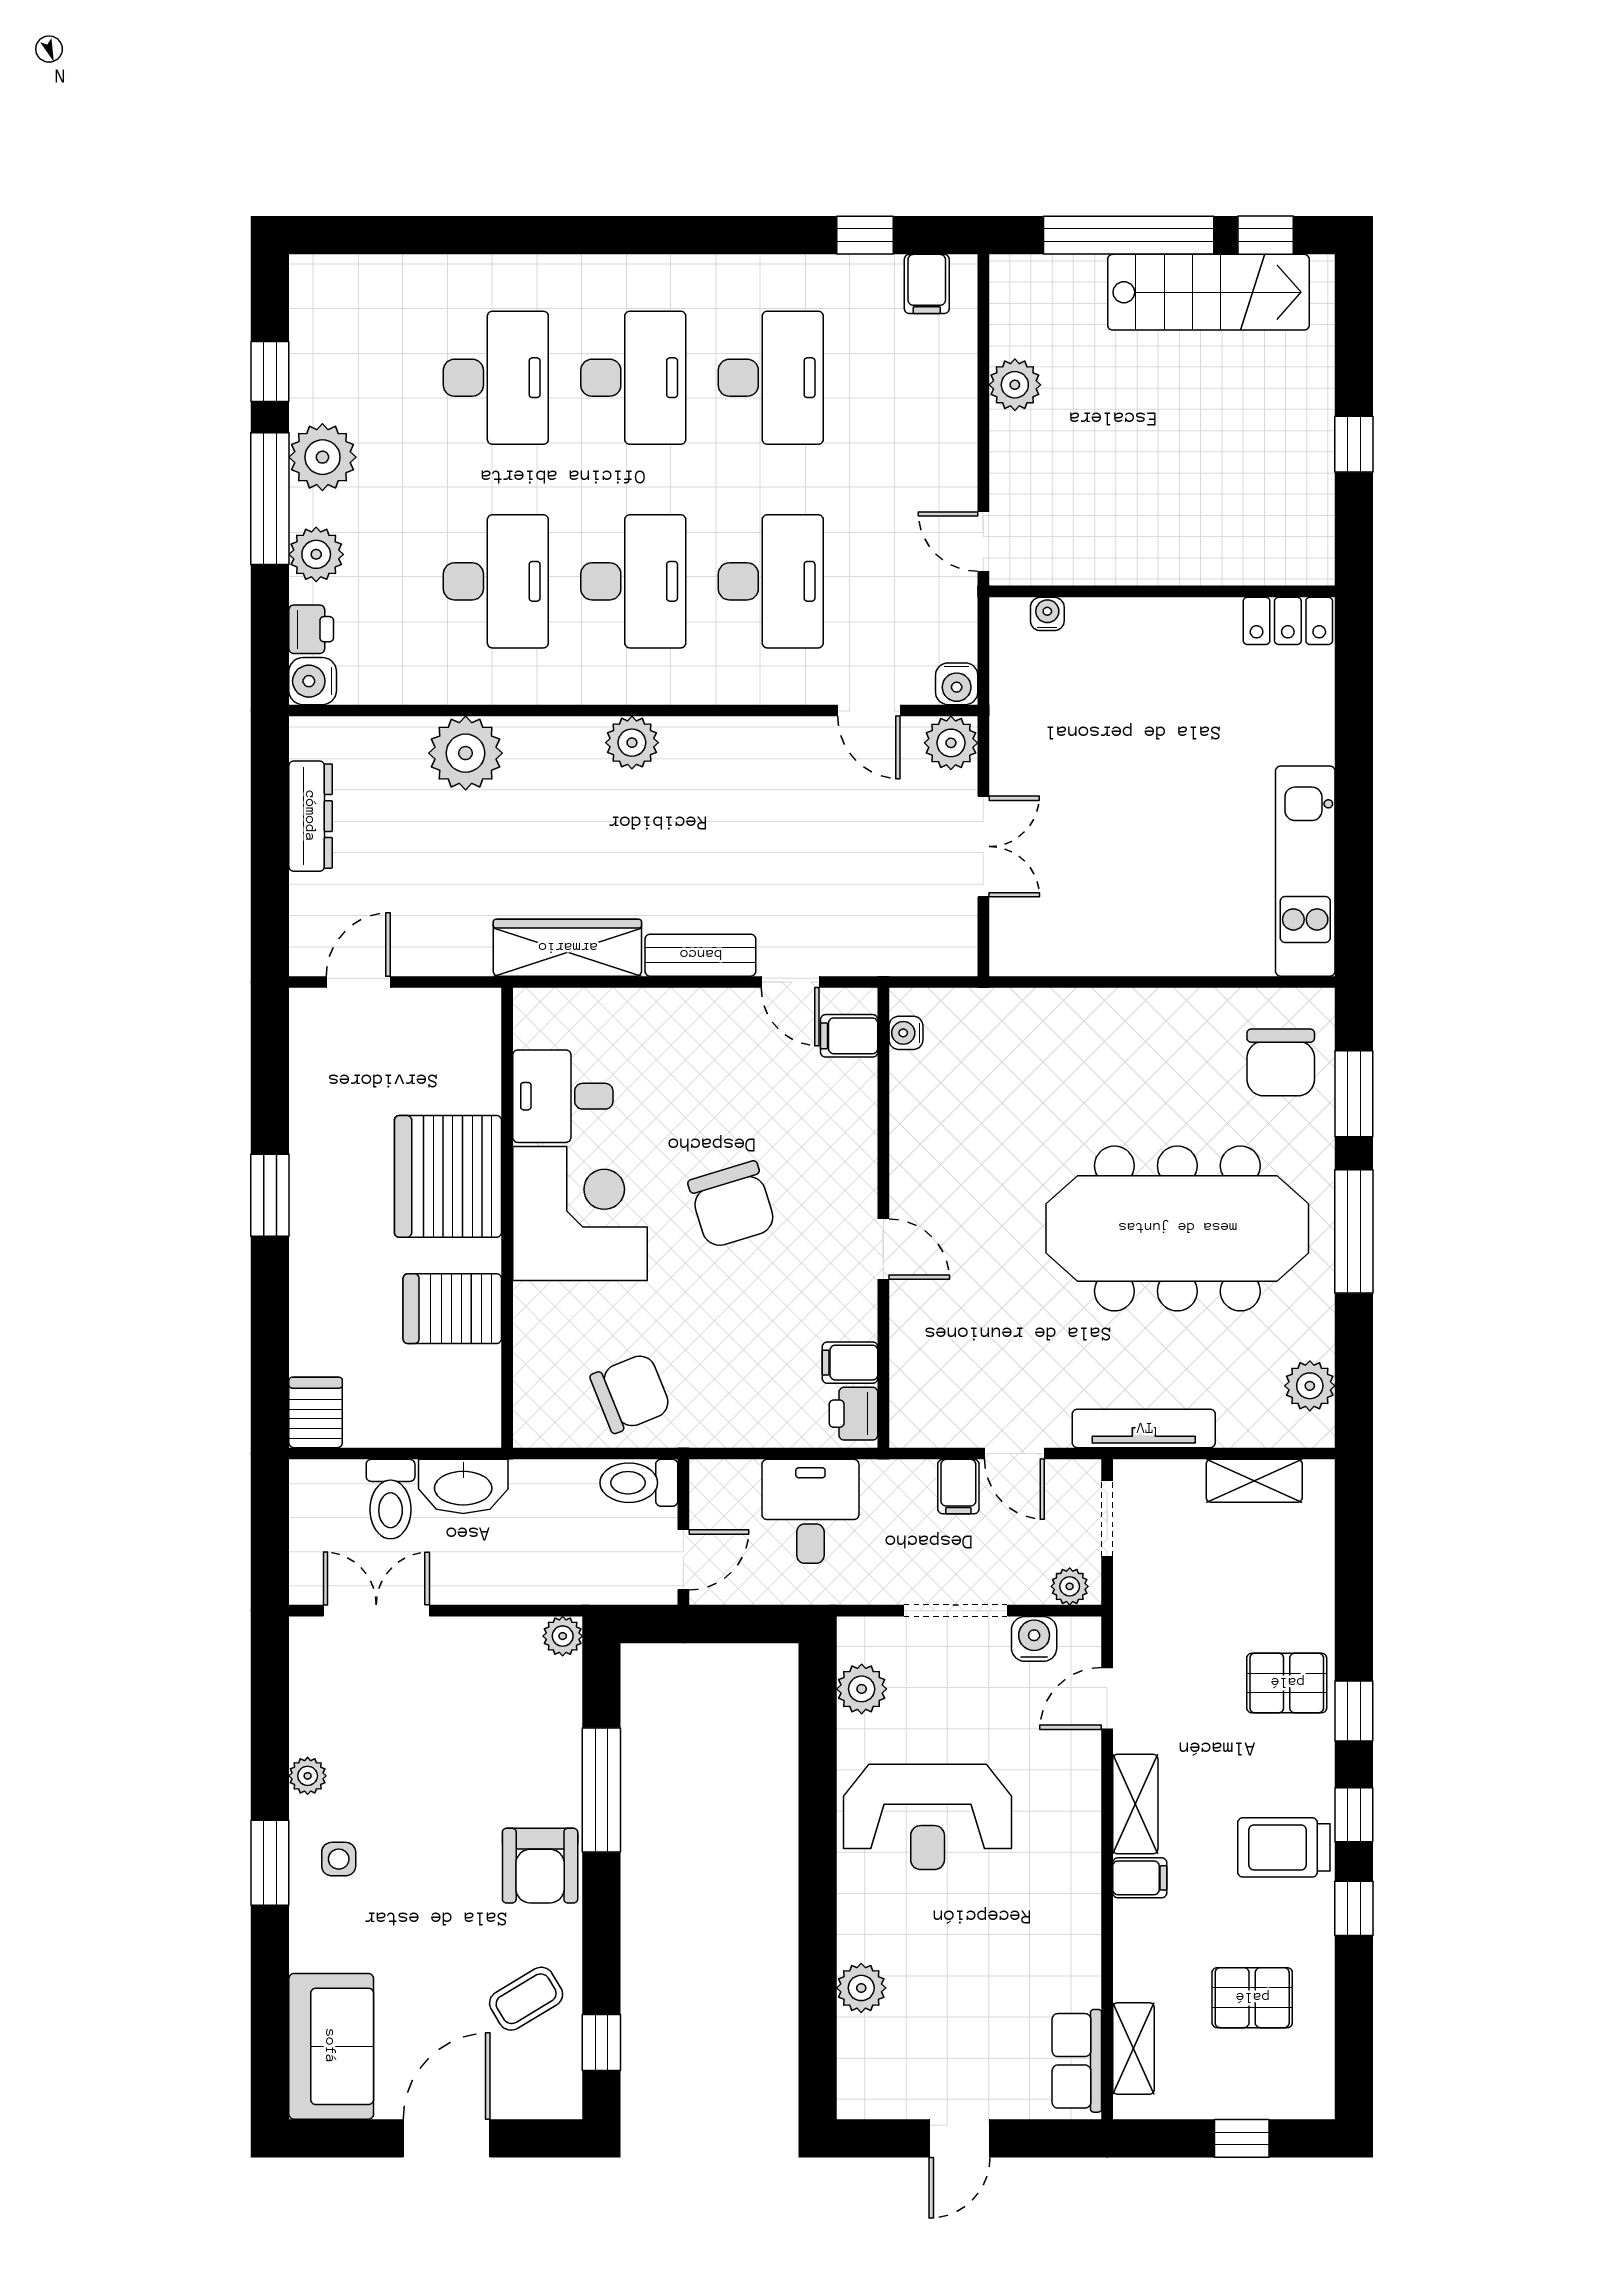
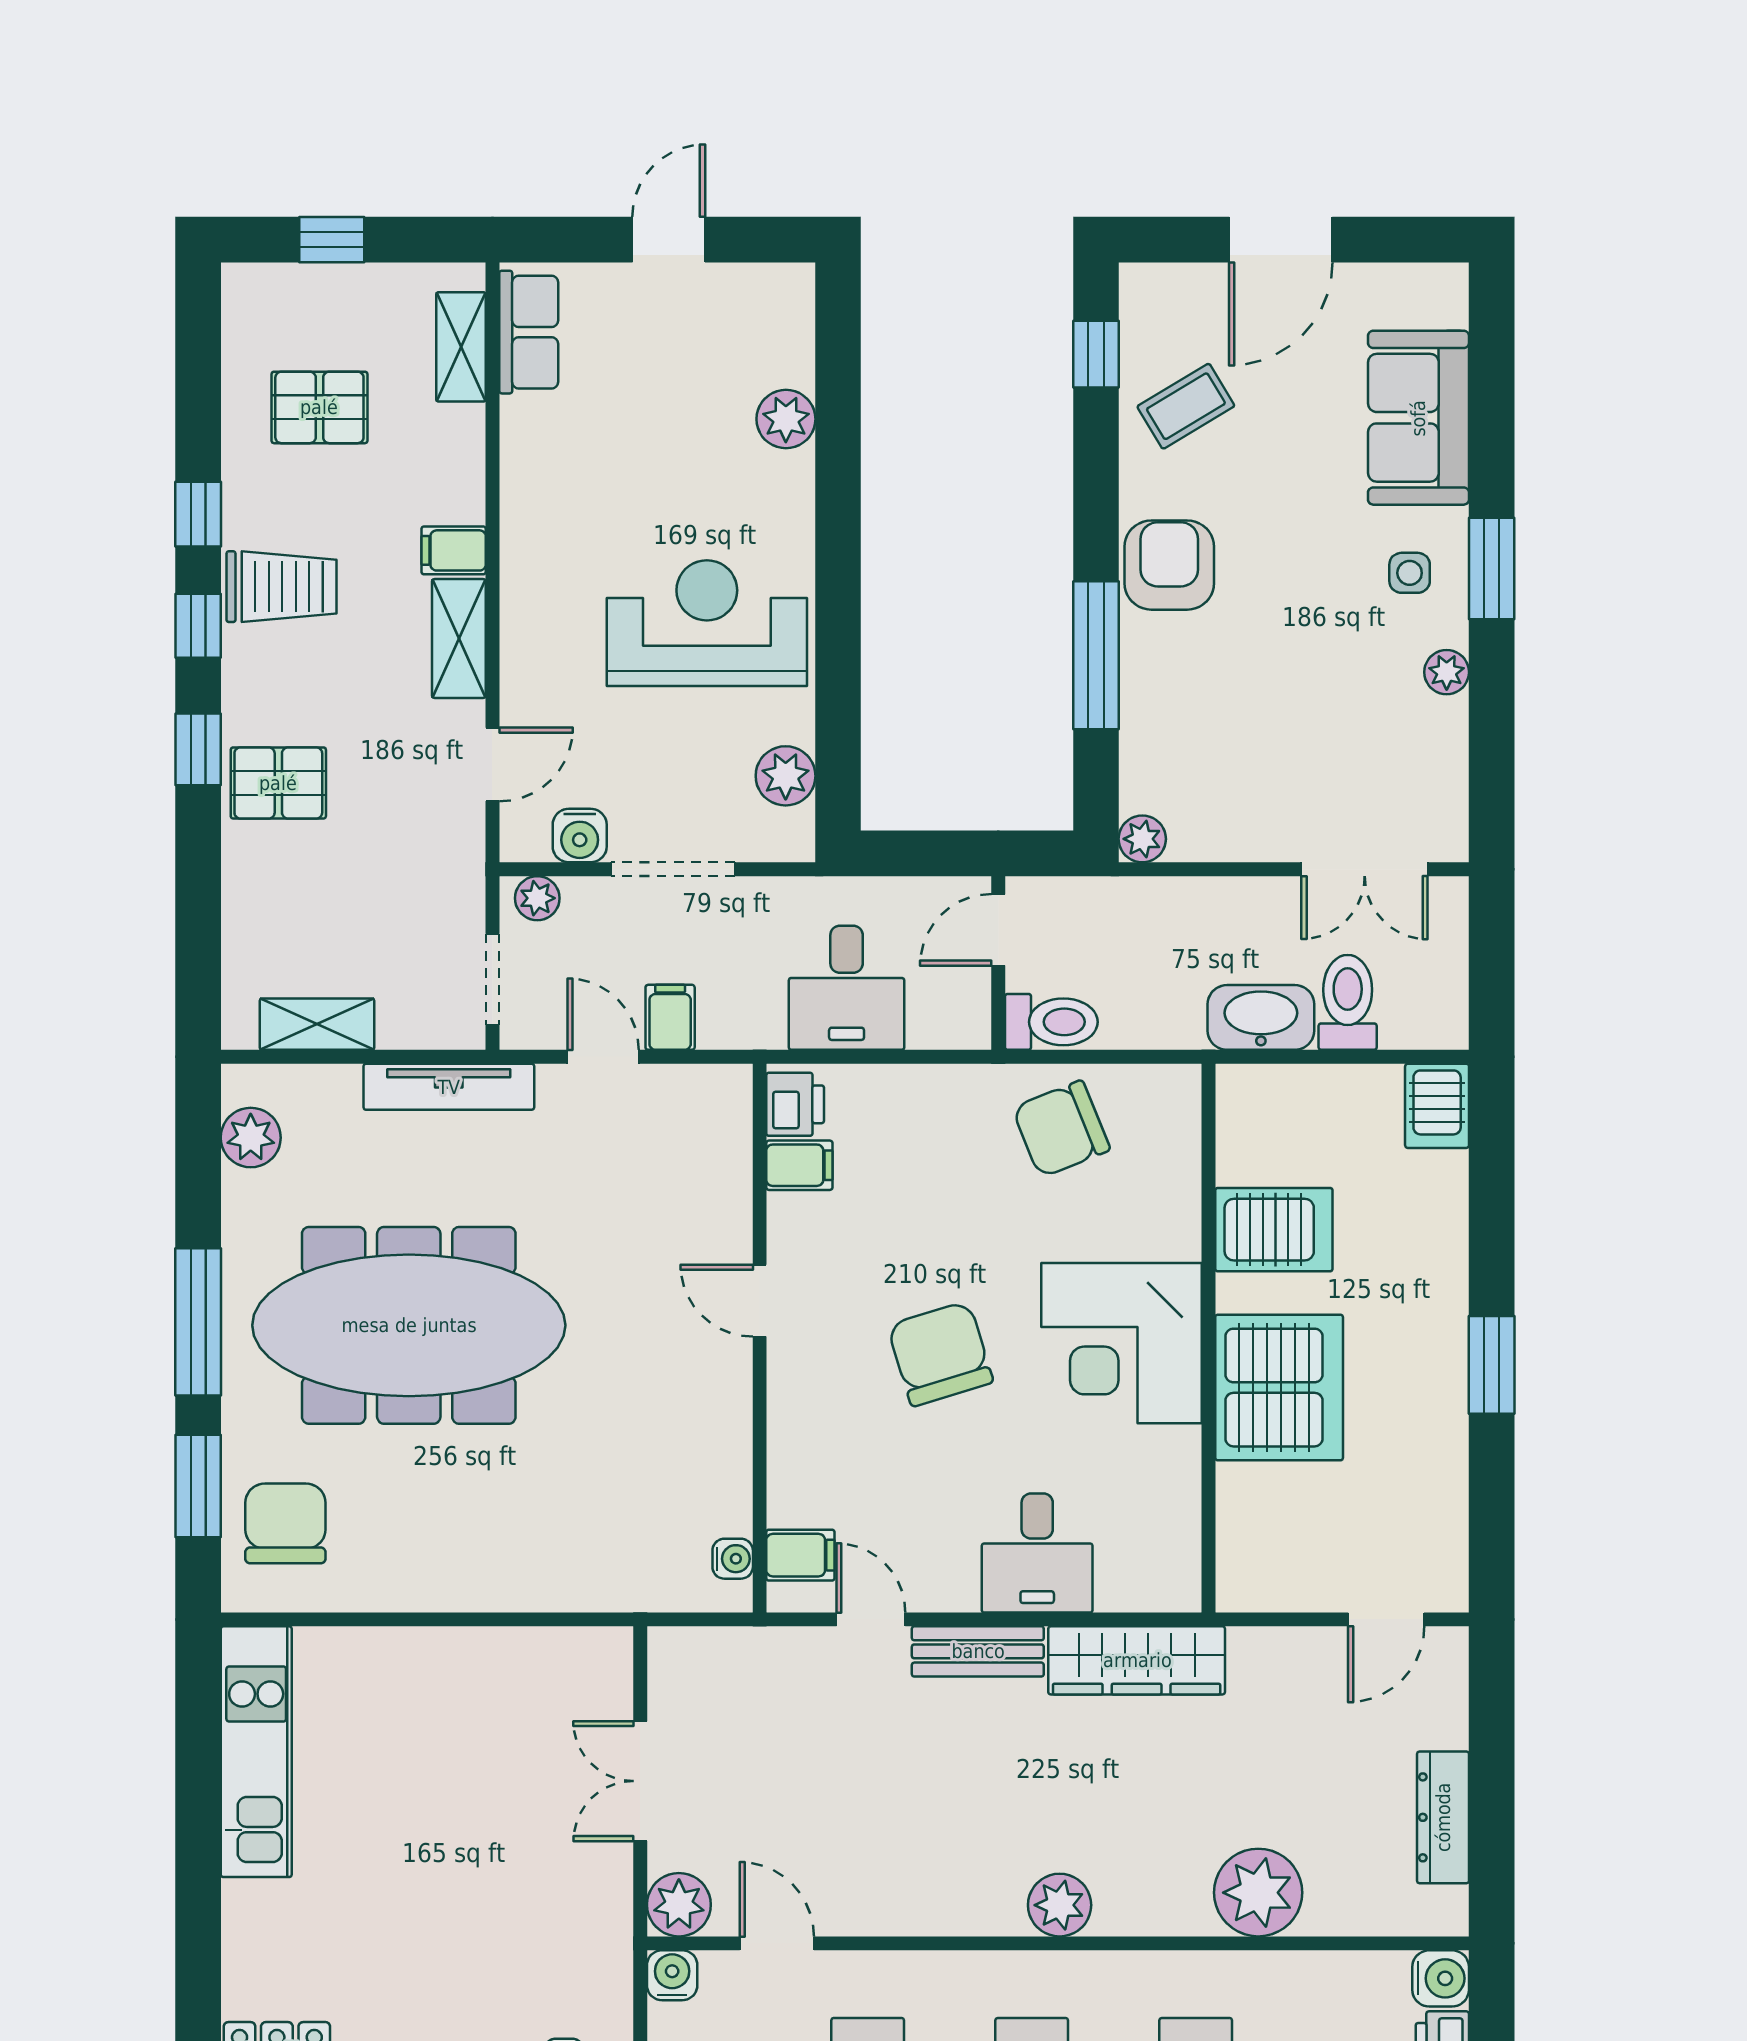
desk: (563, 1096) -> (1037, 1553), moved, turned 90
sofa: (331, 2046) -> (1418, 418), moved

